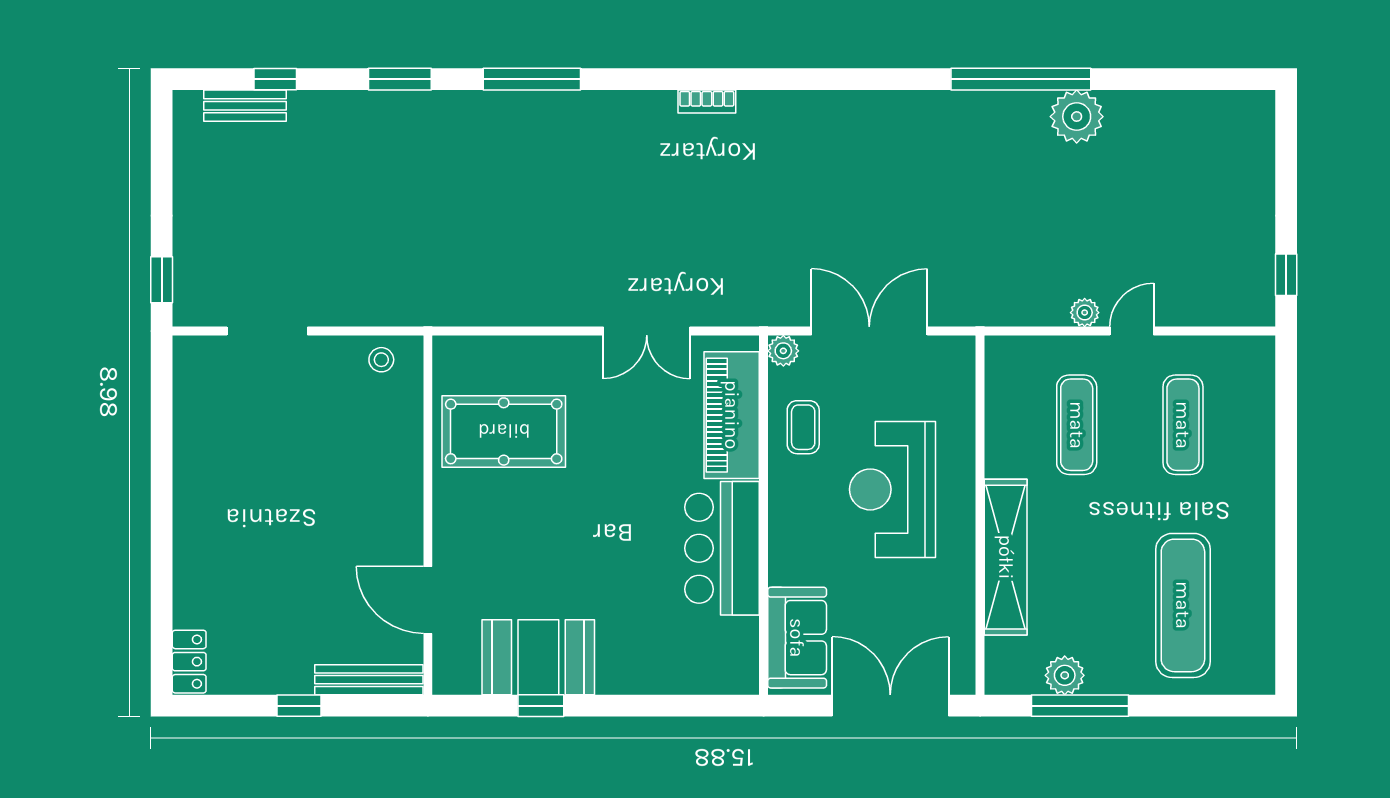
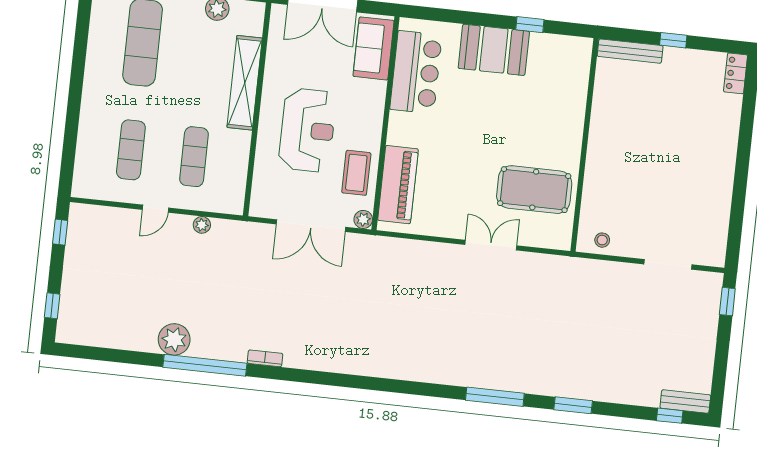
window: (275, 79) -> (670, 416), moved
bookcase: (707, 102) -> (265, 358), moved
bench: (245, 106) -> (685, 401), moved
window: (1286, 151) -> (52, 306), added
plant: (1085, 313) -> (202, 225), moved
double door: (647, 331) -> (491, 245), moved
coffee table: (803, 427) -> (356, 173), width x1.36, depth x1.30
bar counter: (722, 548) -> (416, 72), moved
door: (428, 600) -> (590, 95), removed
booth: (538, 657) -> (494, 50), moved

